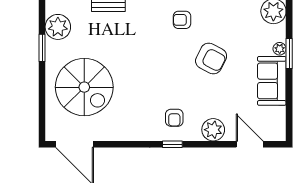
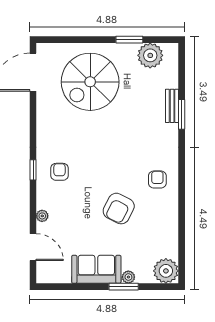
armchair: (174, 118) -> (59, 172), turned 90
plant: (213, 130) -> (42, 216), width x0.53, depth x0.53
door: (250, 144) -> (33, 247), hinge flipped

